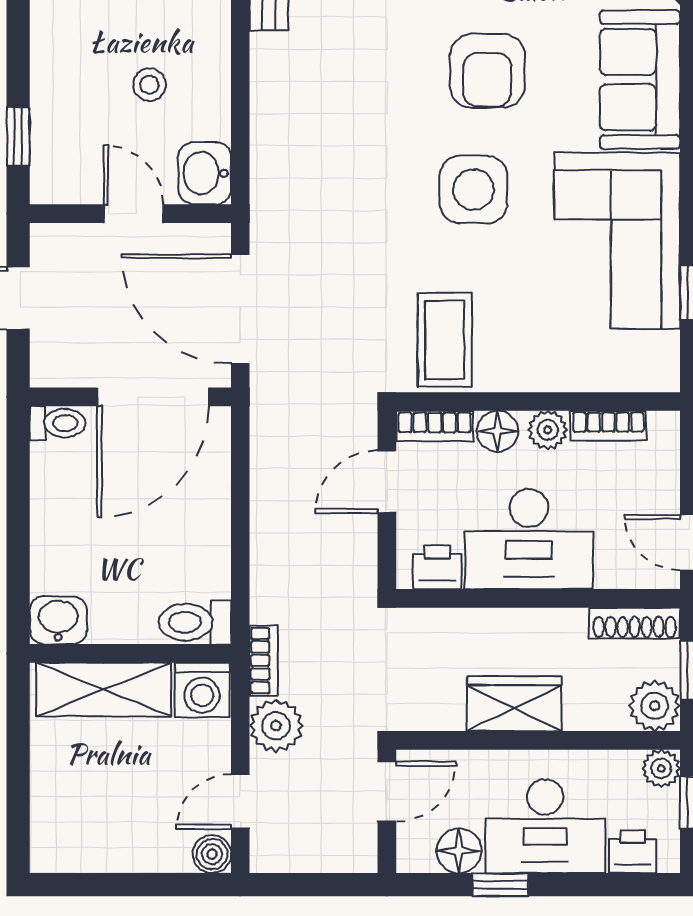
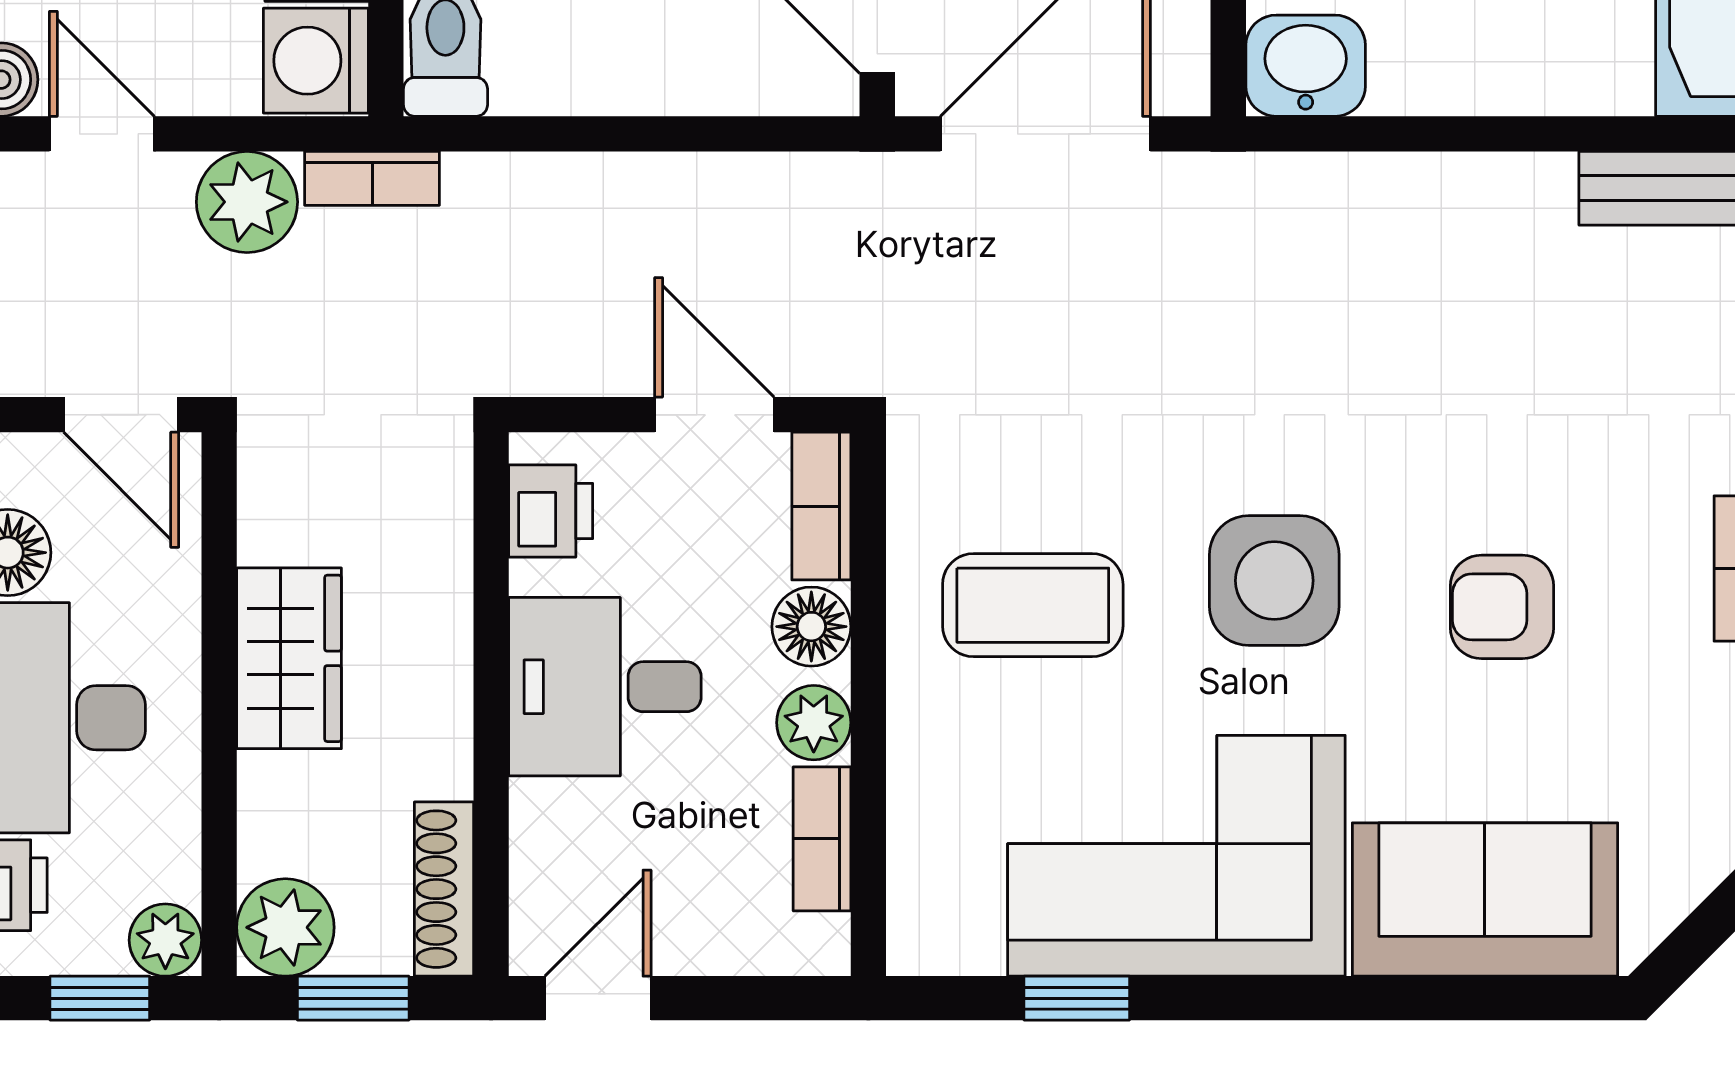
armchair: (487, 71) -> (1502, 607), width x0.72, depth x0.72
coffee table: (445, 340) -> (1033, 605), moved
desk: (529, 539) -> (605, 687), width x0.73

